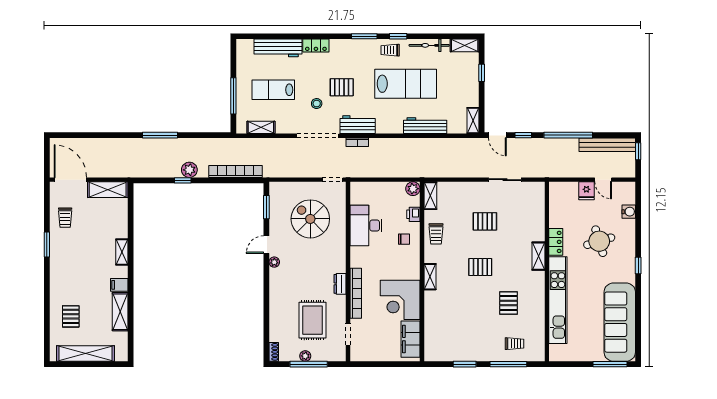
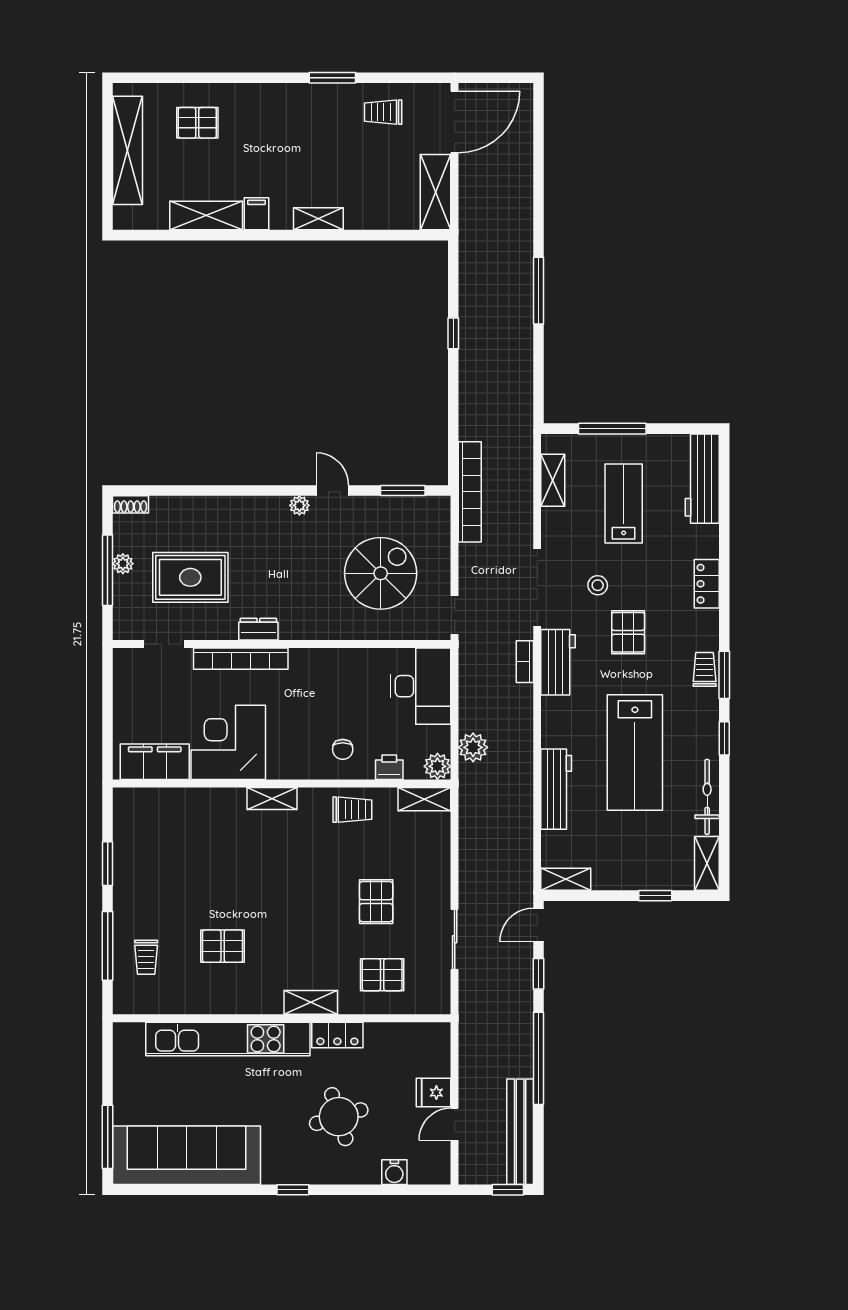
workbench: (278, 48) -> (702, 479), moved
trolley: (390, 50) -> (705, 669), moved
plant: (189, 170) -> (473, 747), moved
bookcase: (236, 171) -> (470, 492), moved
desk: (366, 226) -> (421, 686), moved, turned 90
trolley: (436, 234) -> (352, 810), turned 180
pallet: (480, 267) -> (382, 975), moved, turned 90

